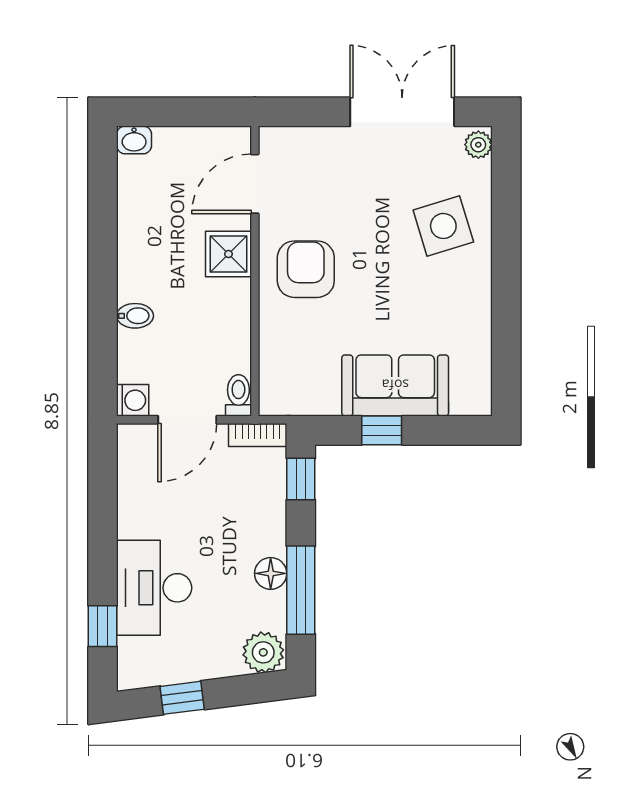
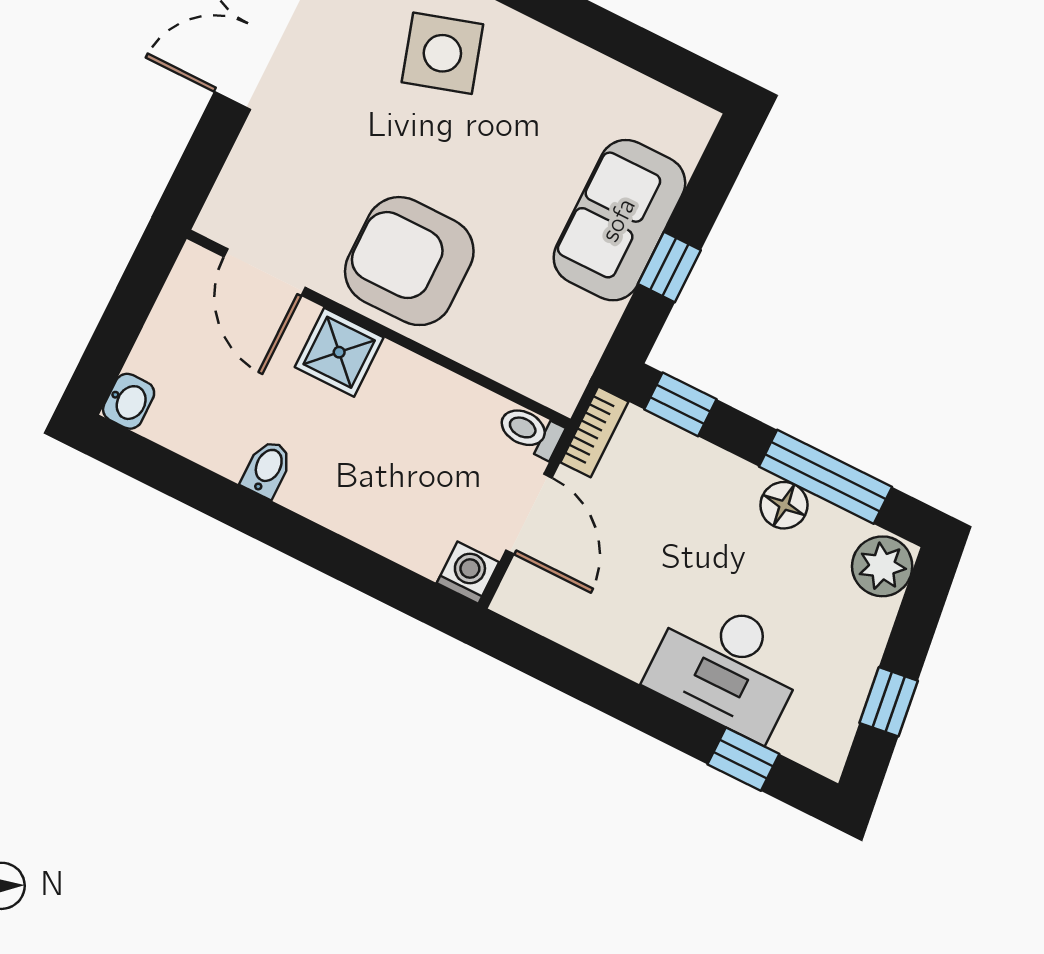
armchair: (306, 269) -> (409, 261), width x1.36, depth x1.36
bidet: (135, 316) -> (267, 469), moved

